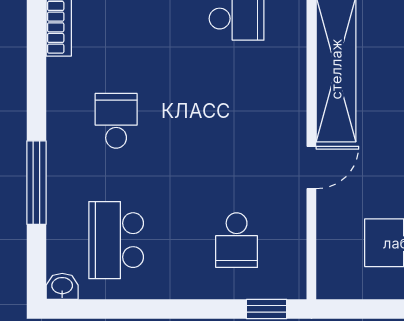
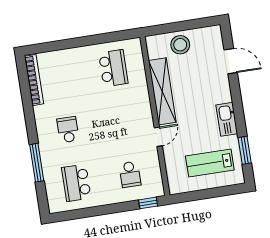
washbasin: (62, 286) -> (55, 207), removed

